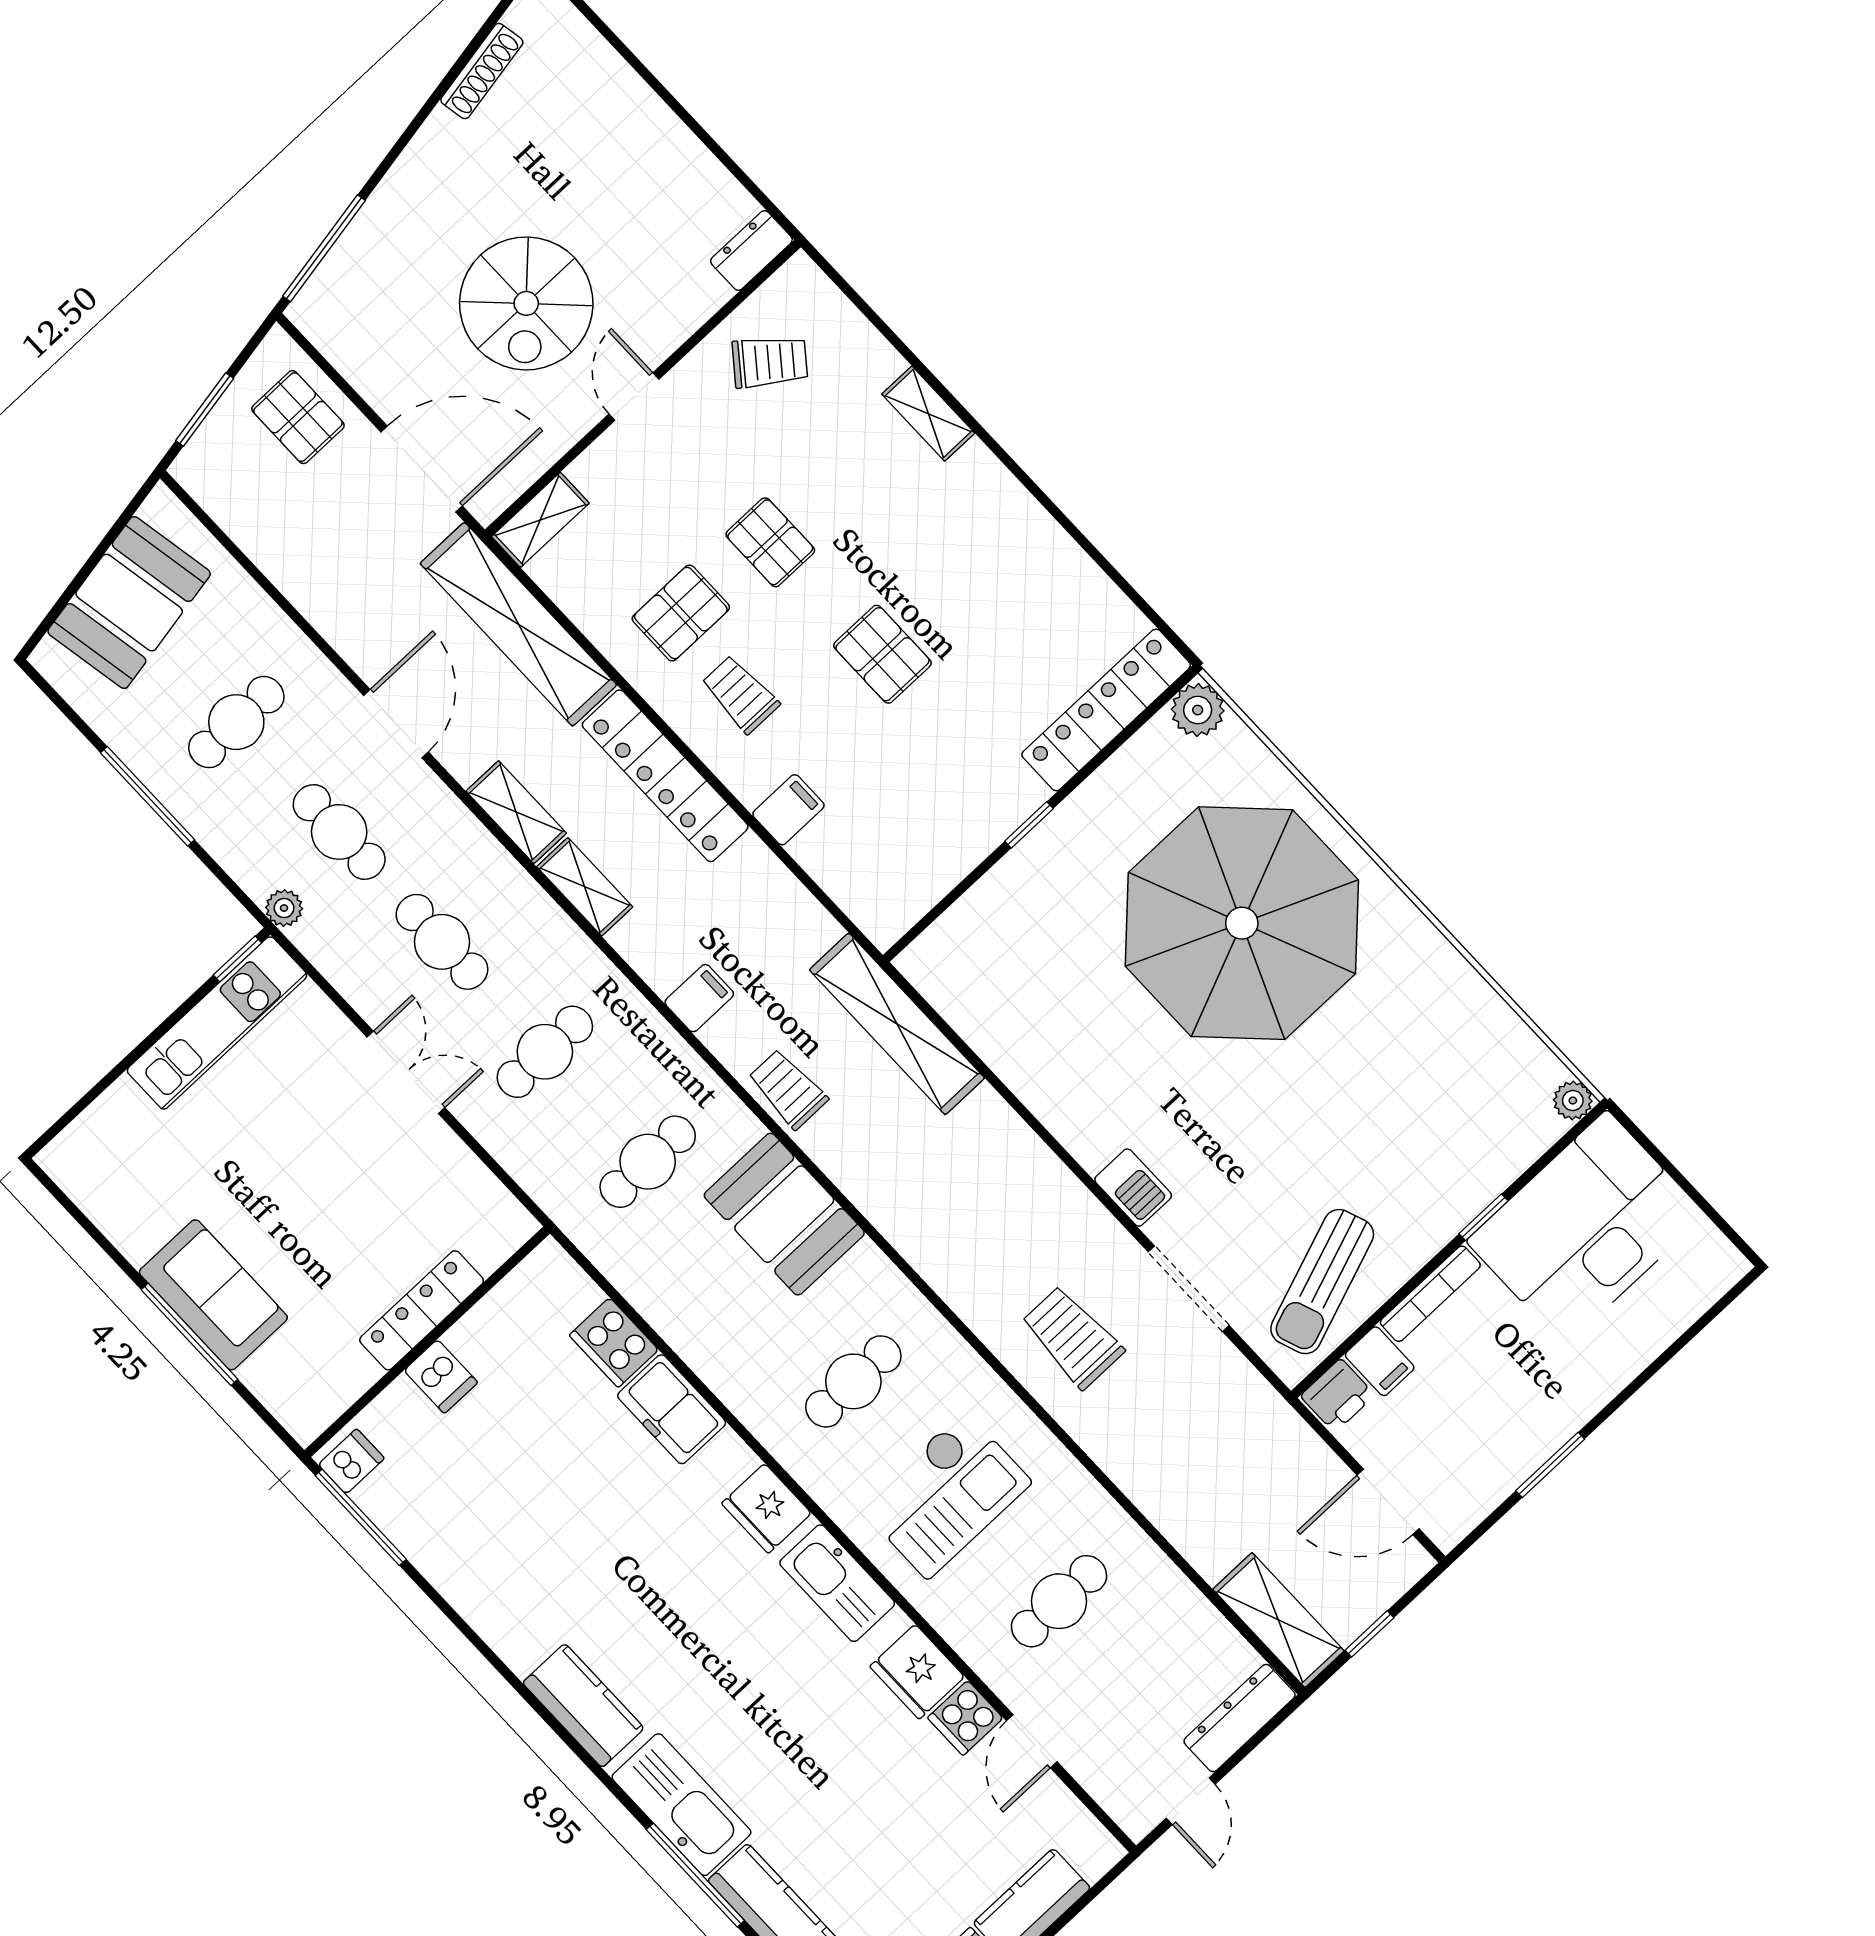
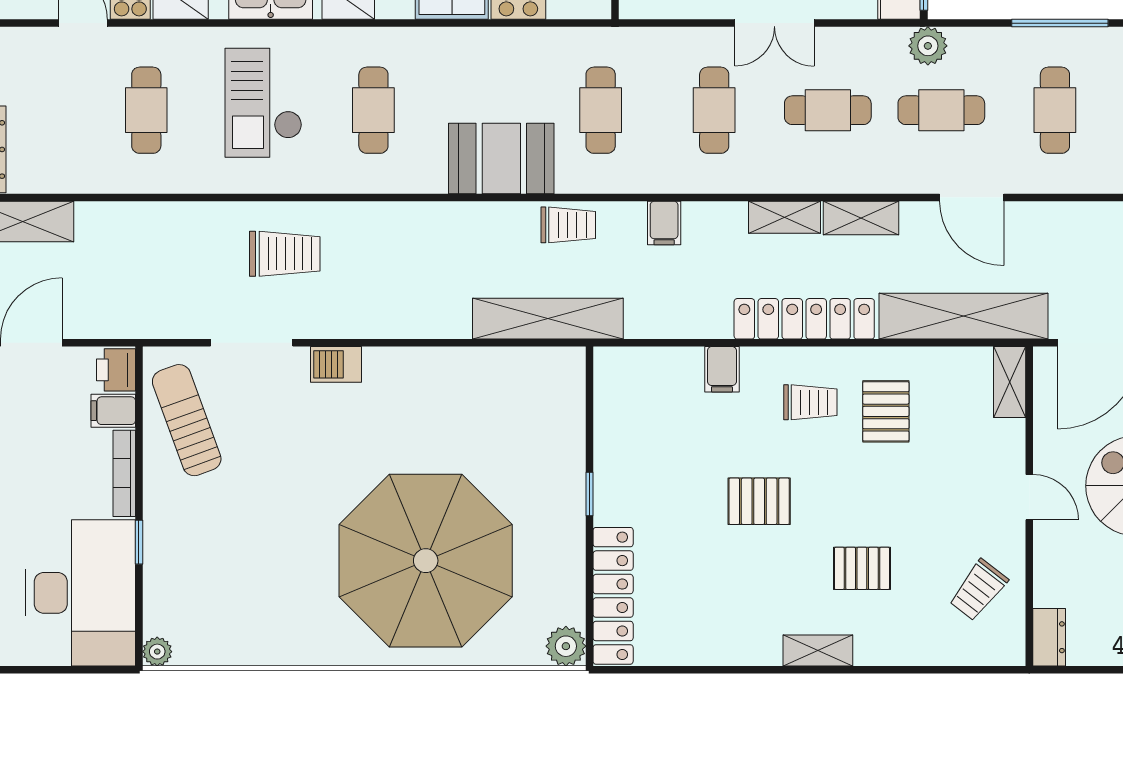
shelving: (928, 414) -> (818, 651), moved
pallet: (770, 542) -> (862, 568), moved
plant: (284, 908) -> (928, 46), width x1.38, depth x1.38

